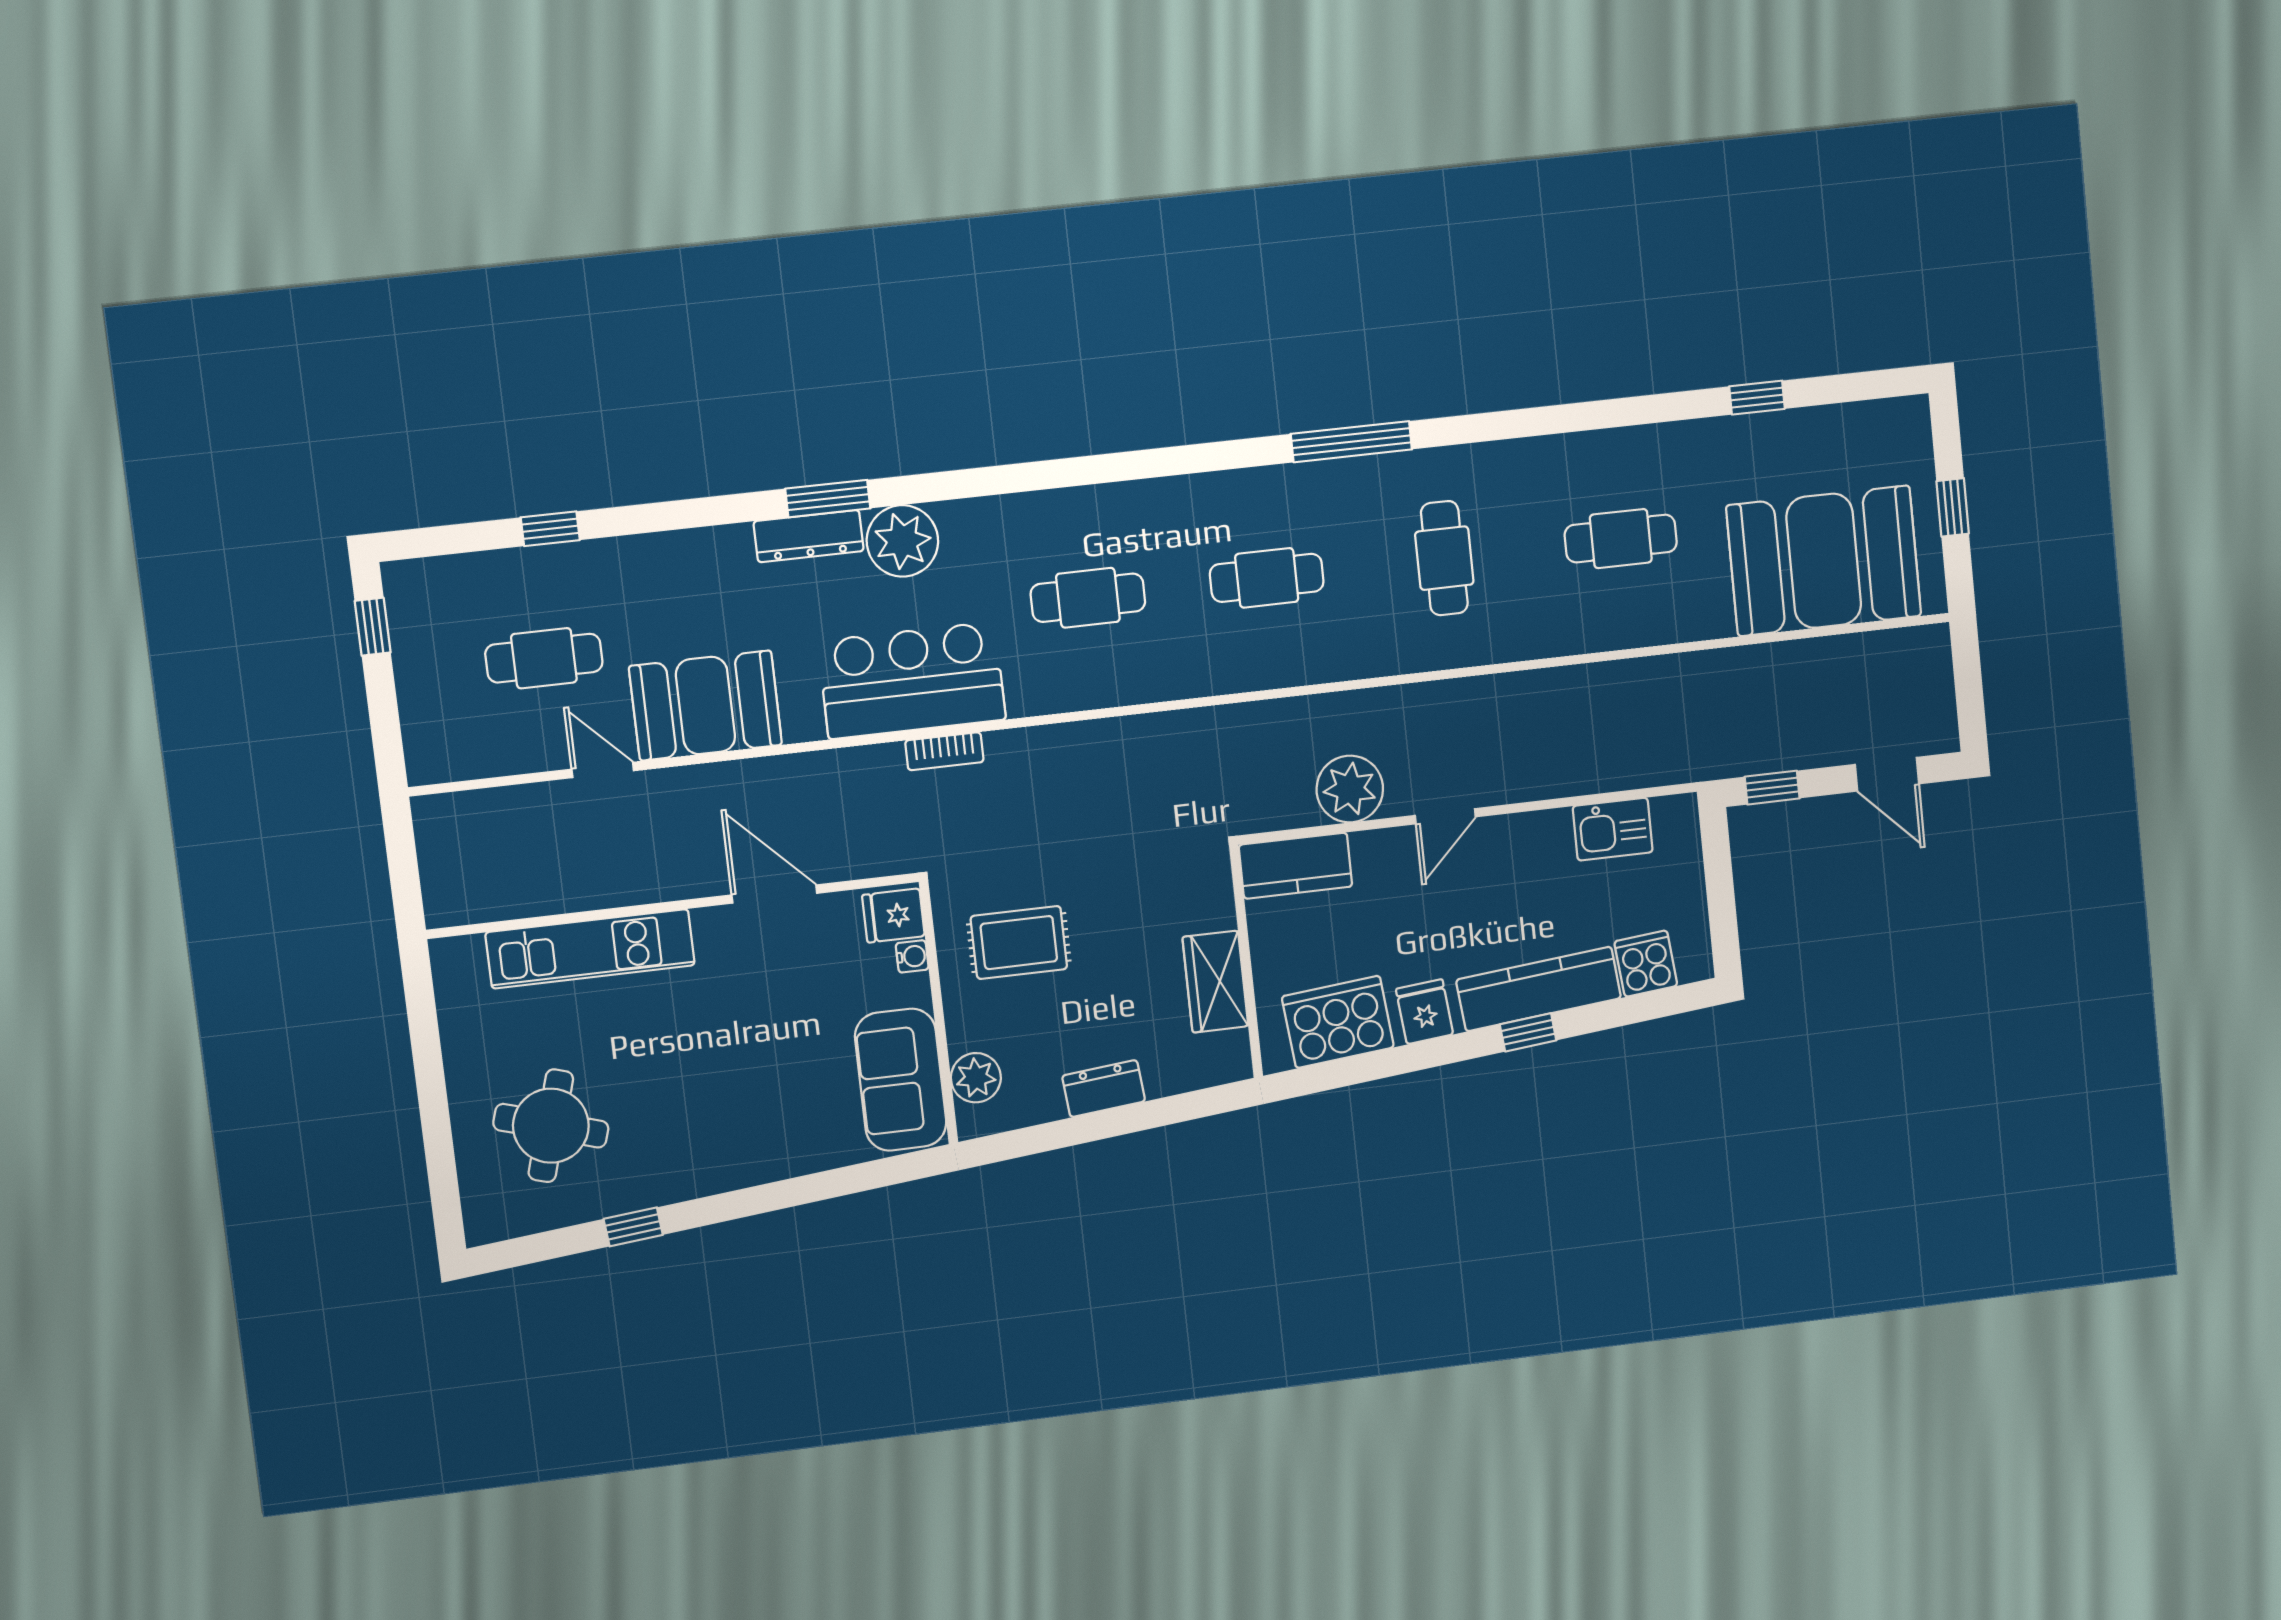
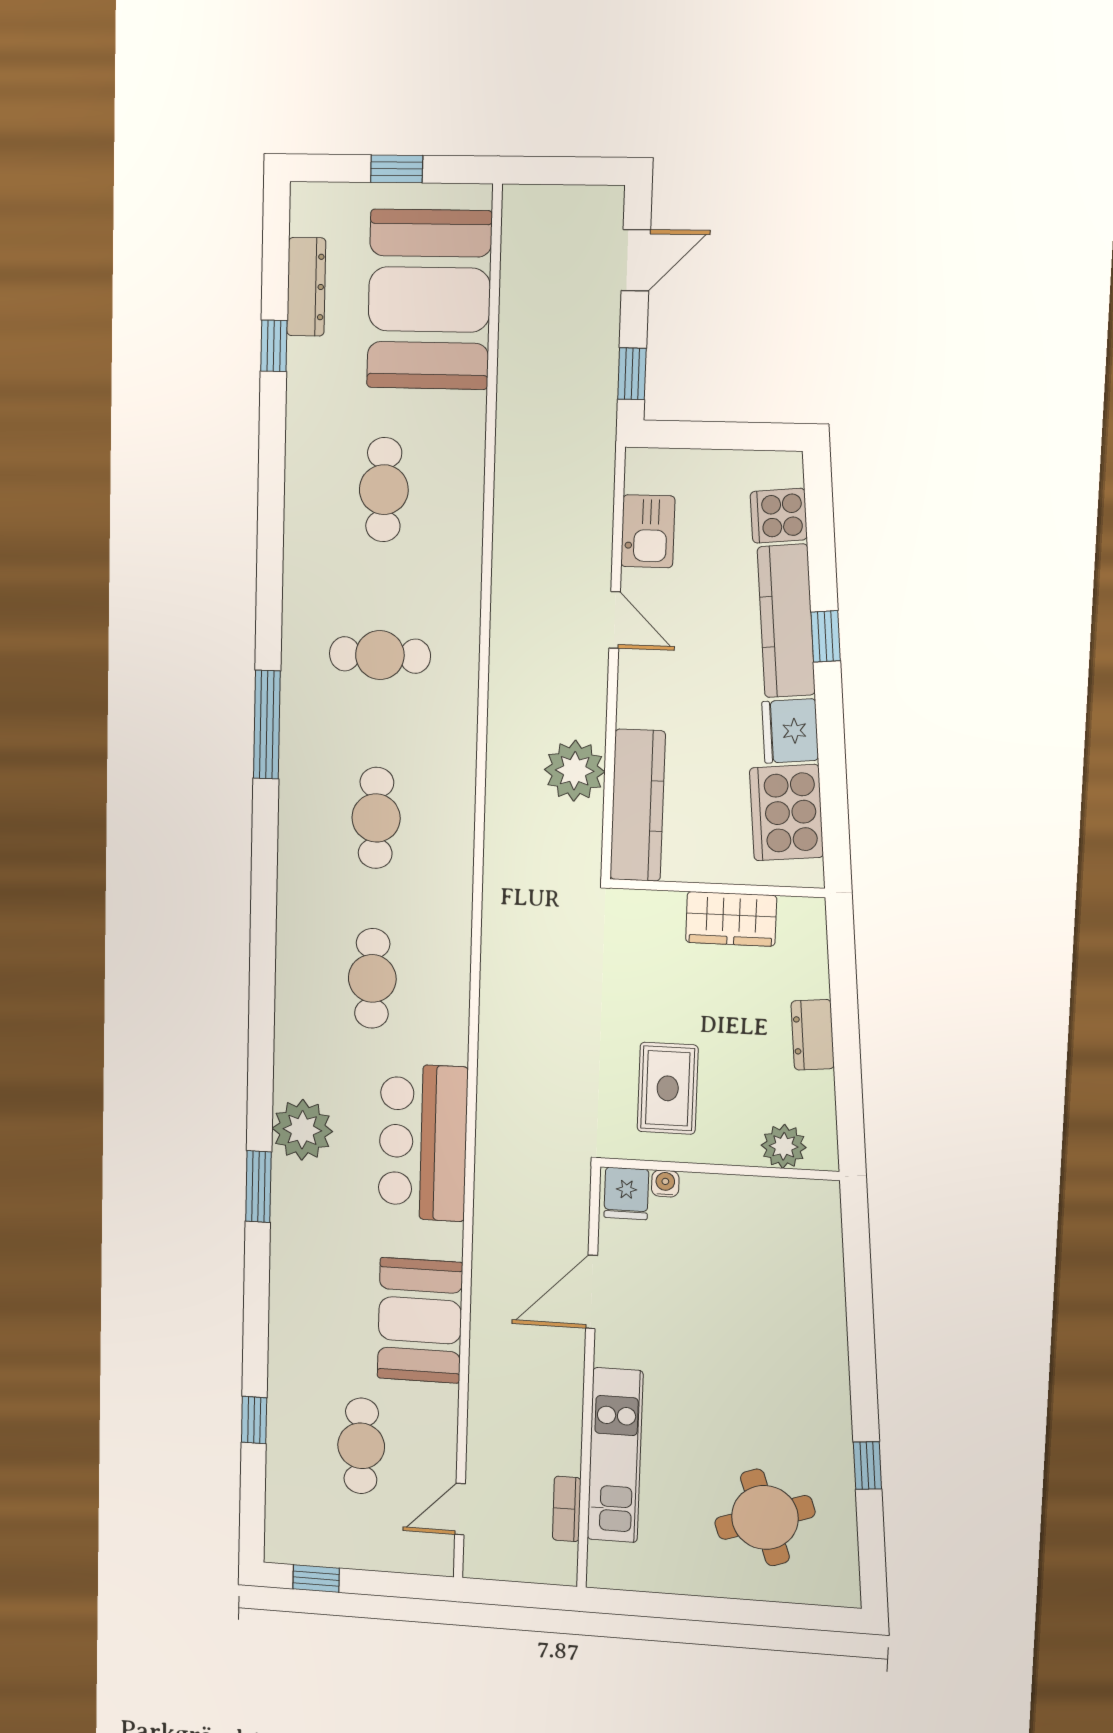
dresser: (809, 536) -> (306, 287), moved
bookcase: (944, 751) -> (567, 1509), moved, turned 180
door: (603, 770) -> (460, 1509), moved
door: (1445, 816) -> (615, 620), moved
kitchen counter: (1295, 866) -> (638, 805), width x1.50
fridge: (1425, 1012) -> (790, 731), width x1.38
sofa: (901, 1080) -> (774, 1212), removed
round table: (551, 1126) -> (765, 1517), turned -36

